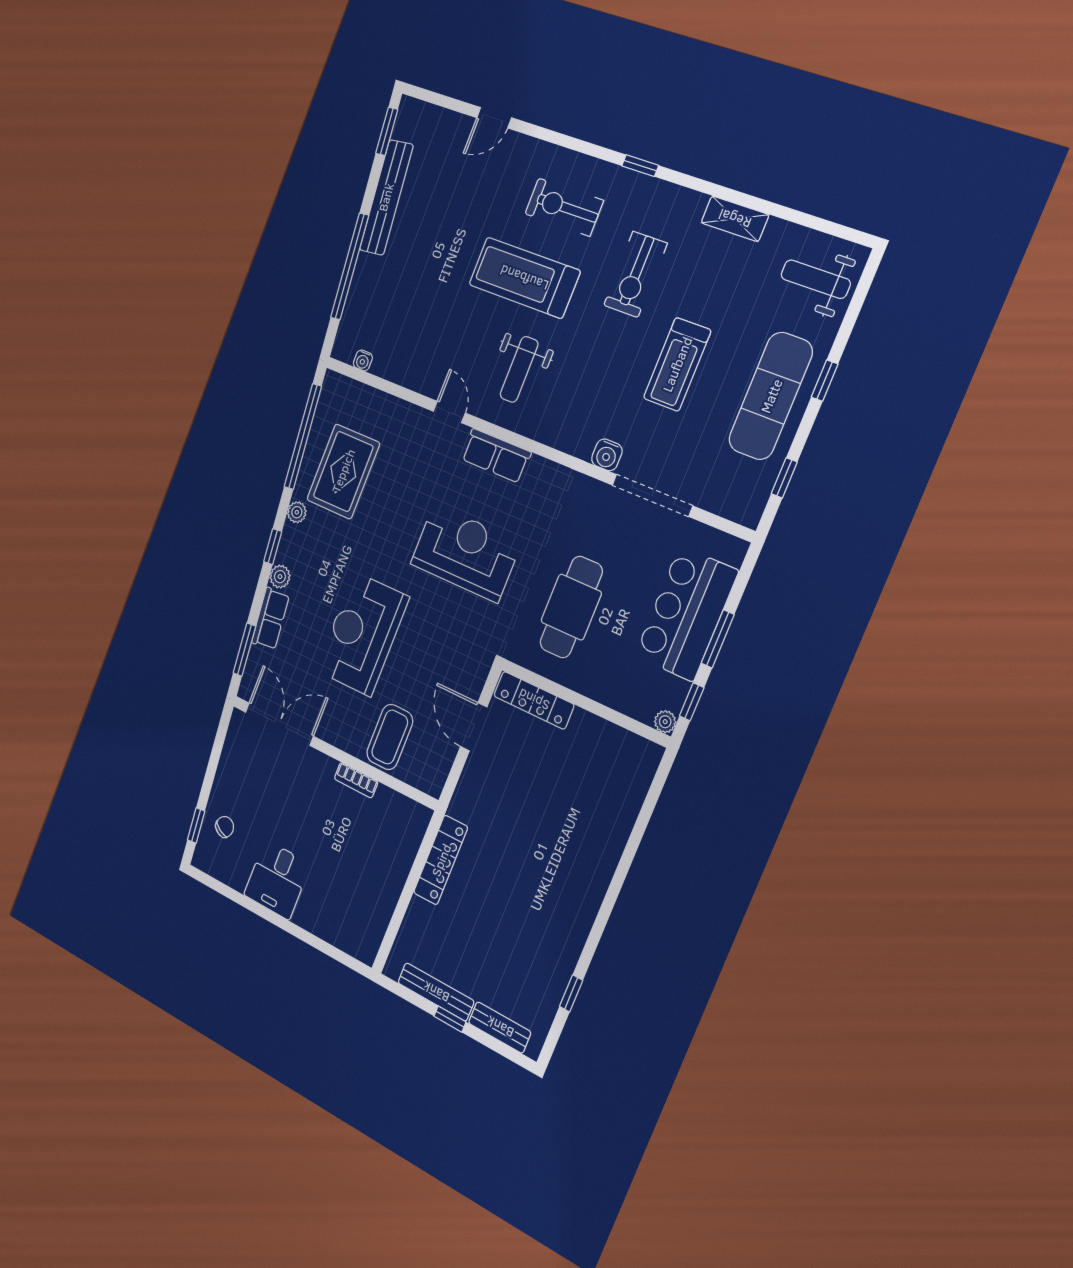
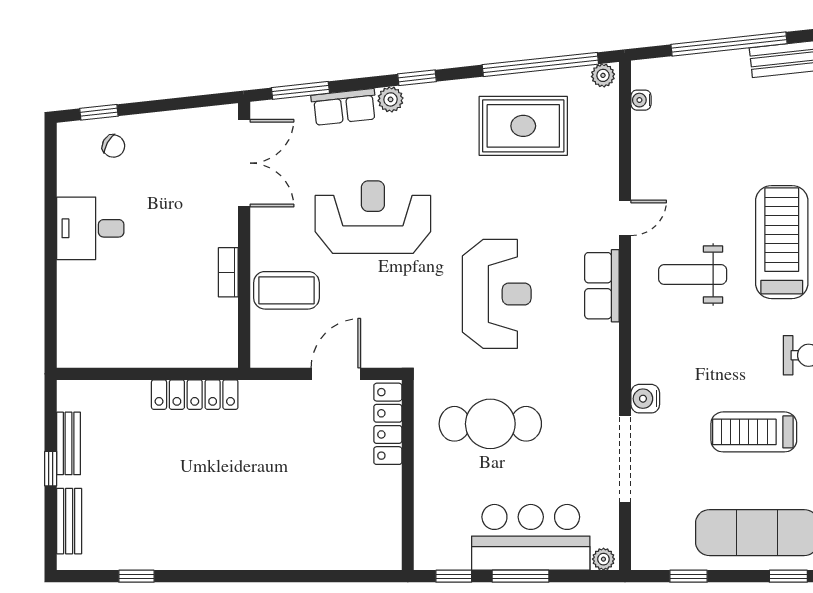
plant: (297, 512) -> (603, 75), moved
plant: (665, 722) -> (603, 559), moved
bench: (436, 992) -> (69, 443), width x0.73

